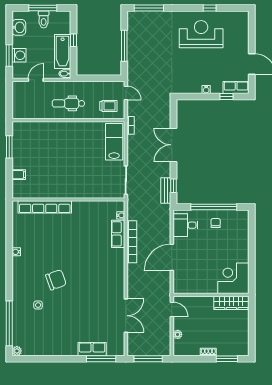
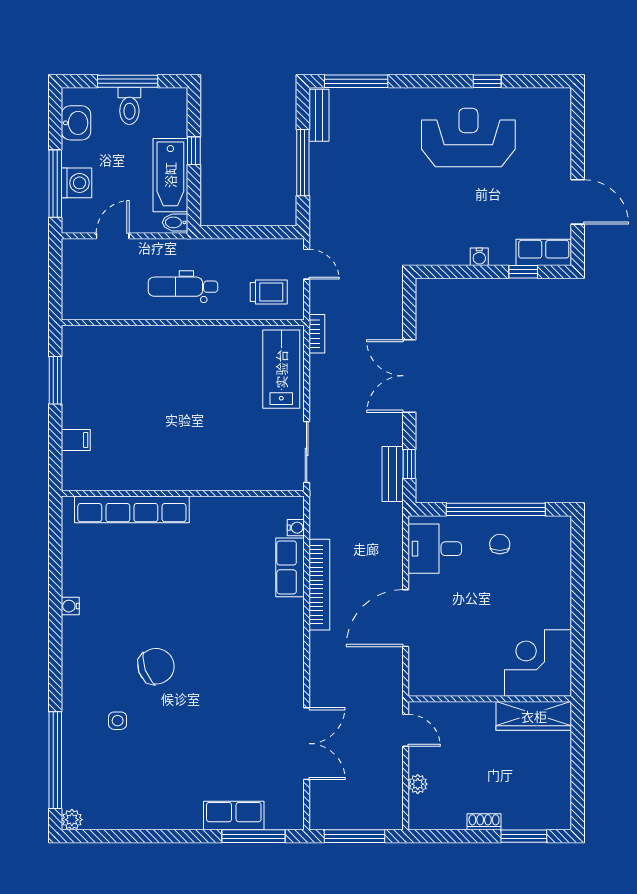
bench: (132, 24) -> (319, 115), added
window: (9, 56) -> (55, 184), width x1.44

